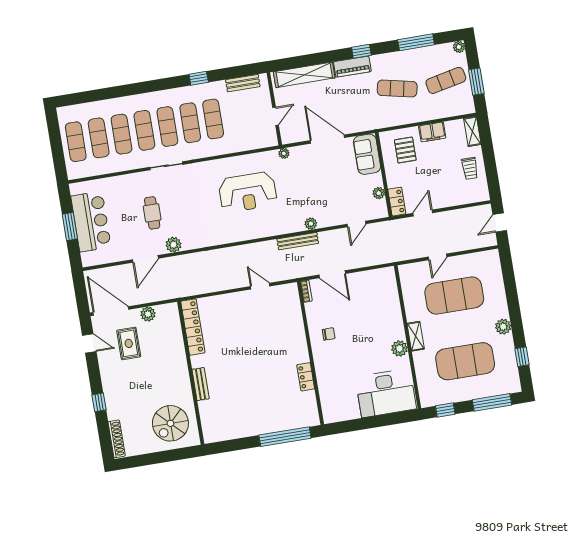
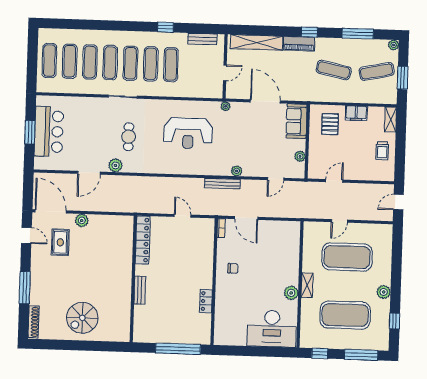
locker: (397, 202) -> (314, 167), removed
cafe table: (152, 213) -> (129, 137), moved
locker: (193, 327) -> (143, 240), moved
wall: (191, 373) -> (133, 279), moved
bench: (201, 384) -> (140, 290), moved
window: (99, 402) -> (25, 288), width x2.17

